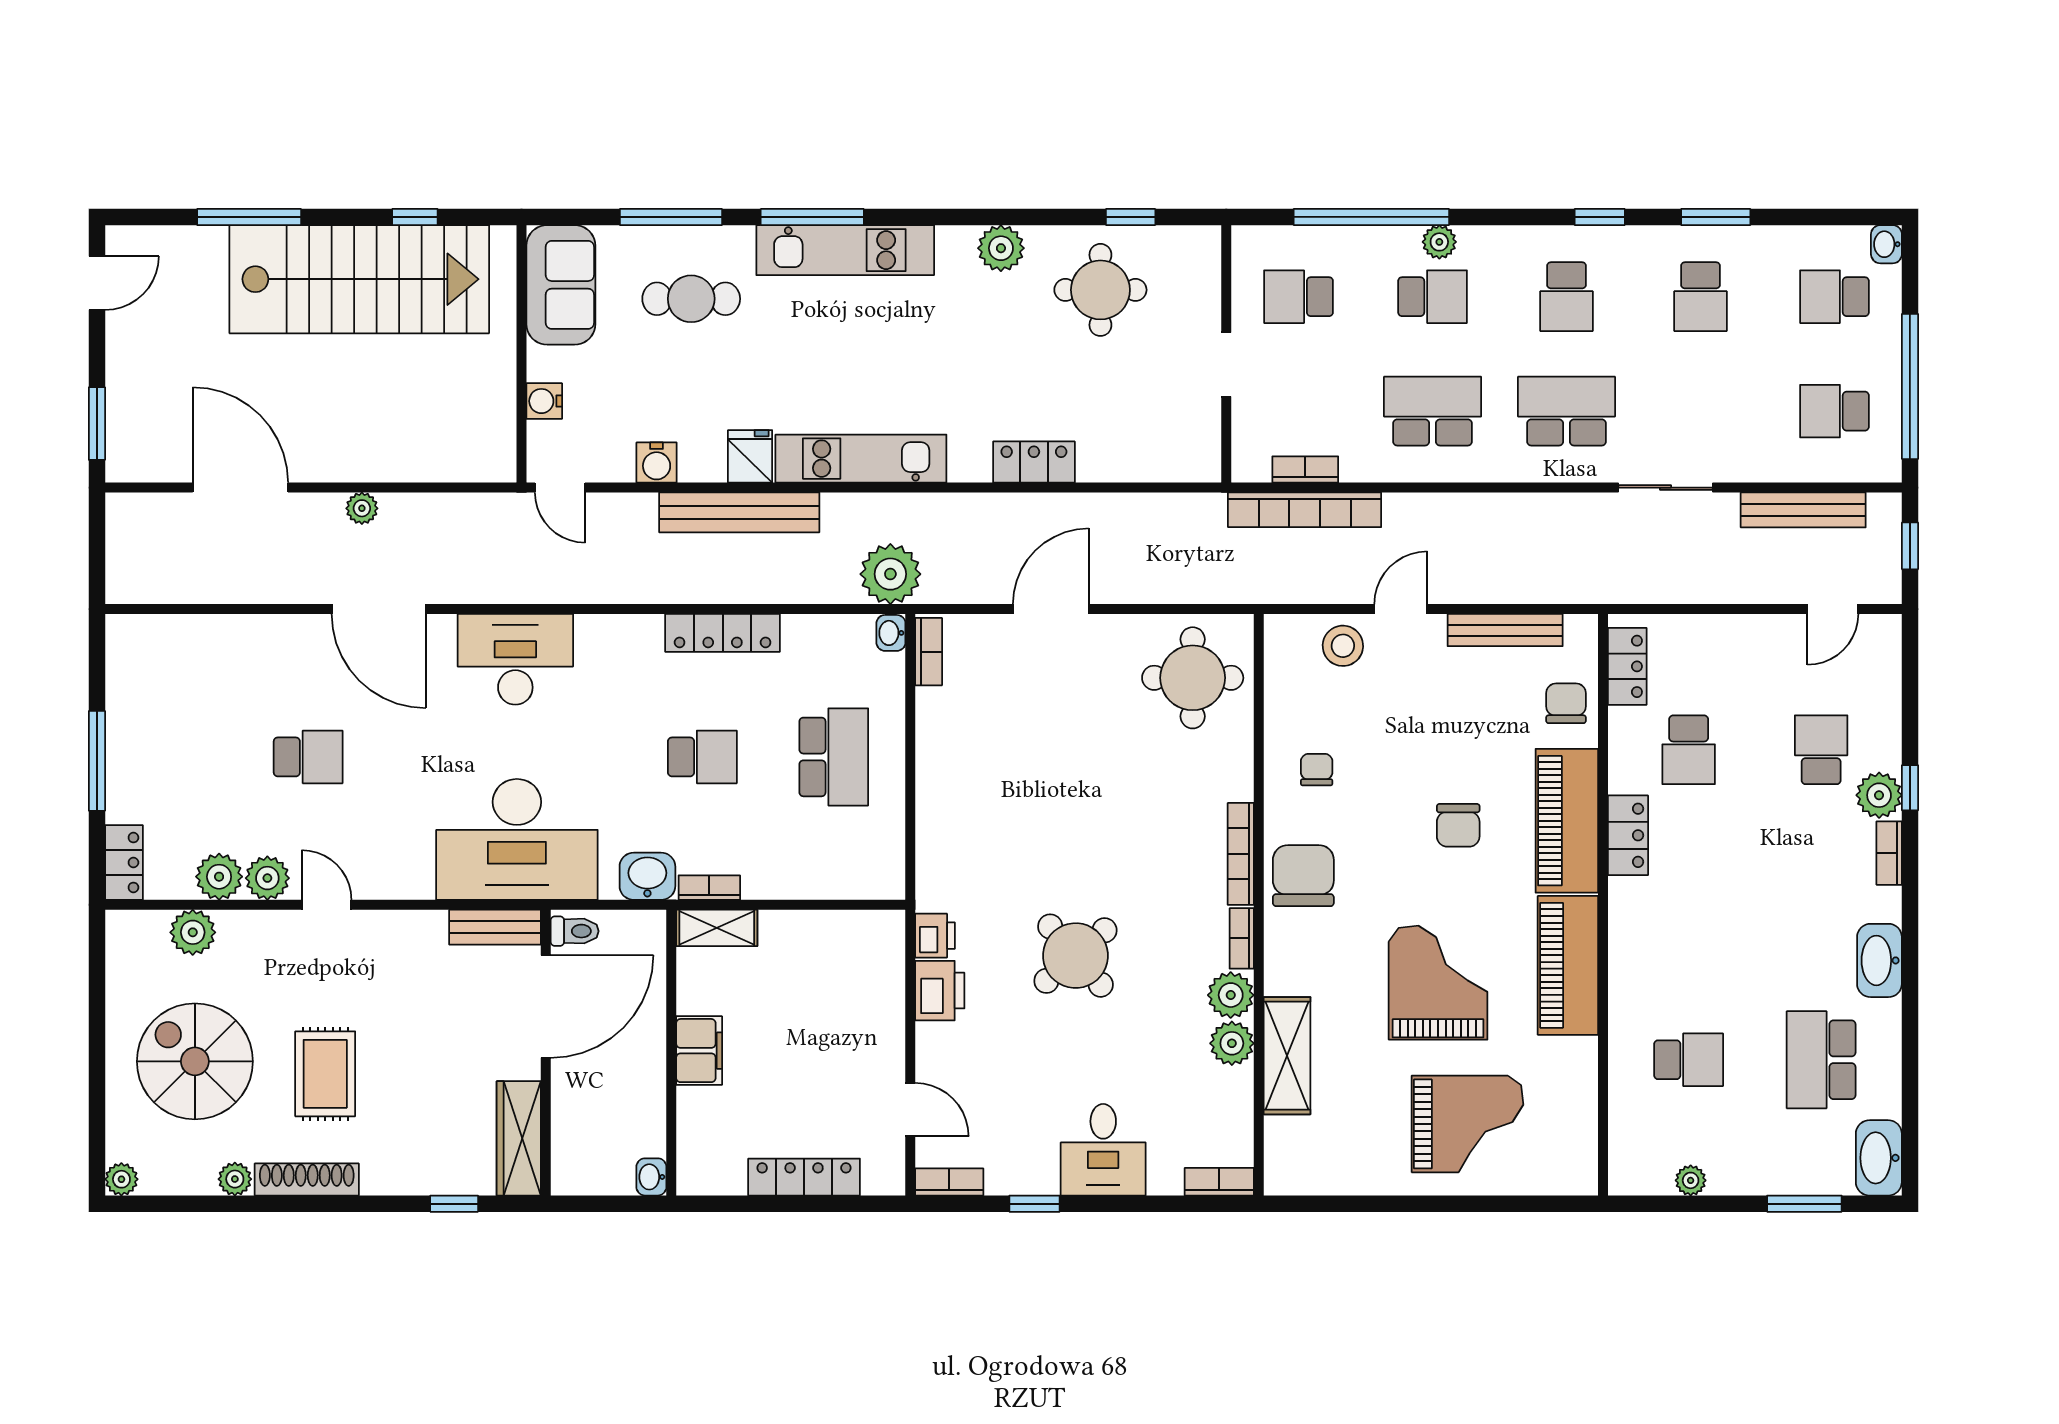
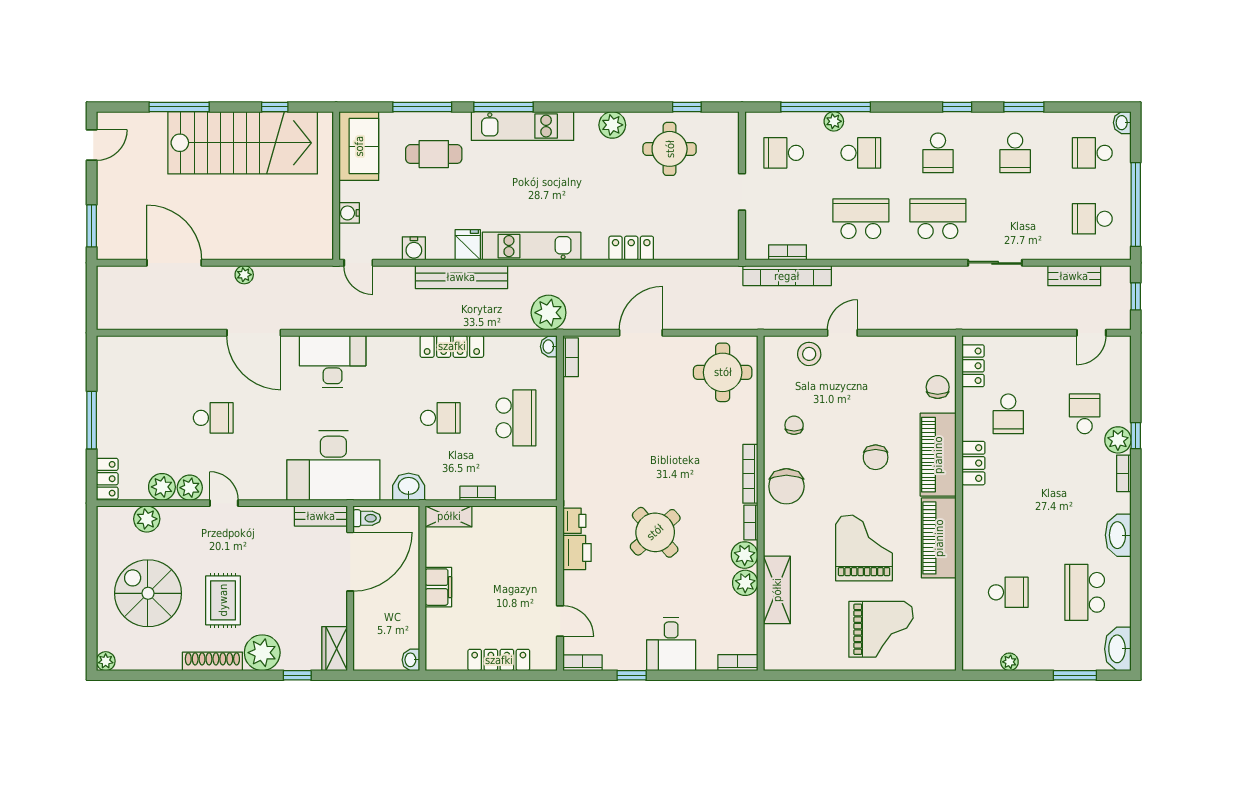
plant: (1439, 242) -> (834, 121), moved
bench: (1803, 510) -> (1074, 276), width x0.73
bench: (1505, 630) -> (903, 345), removed
chair: (1303, 876) -> (786, 486), turned 180
bookcase: (709, 888) -> (478, 493), moved
wardrobe: (519, 1138) -> (335, 649), width x0.67
plant: (235, 1179) -> (262, 653), moved, width x1.88, depth x1.88

